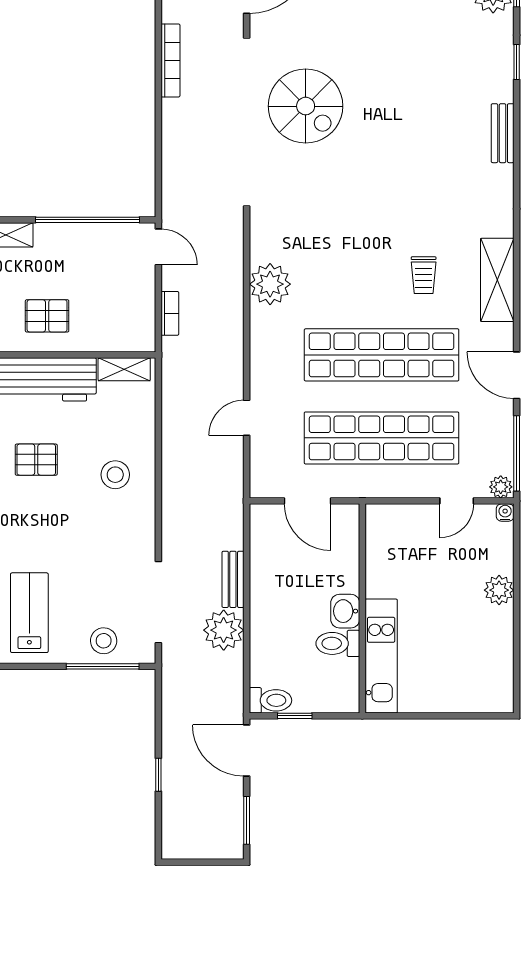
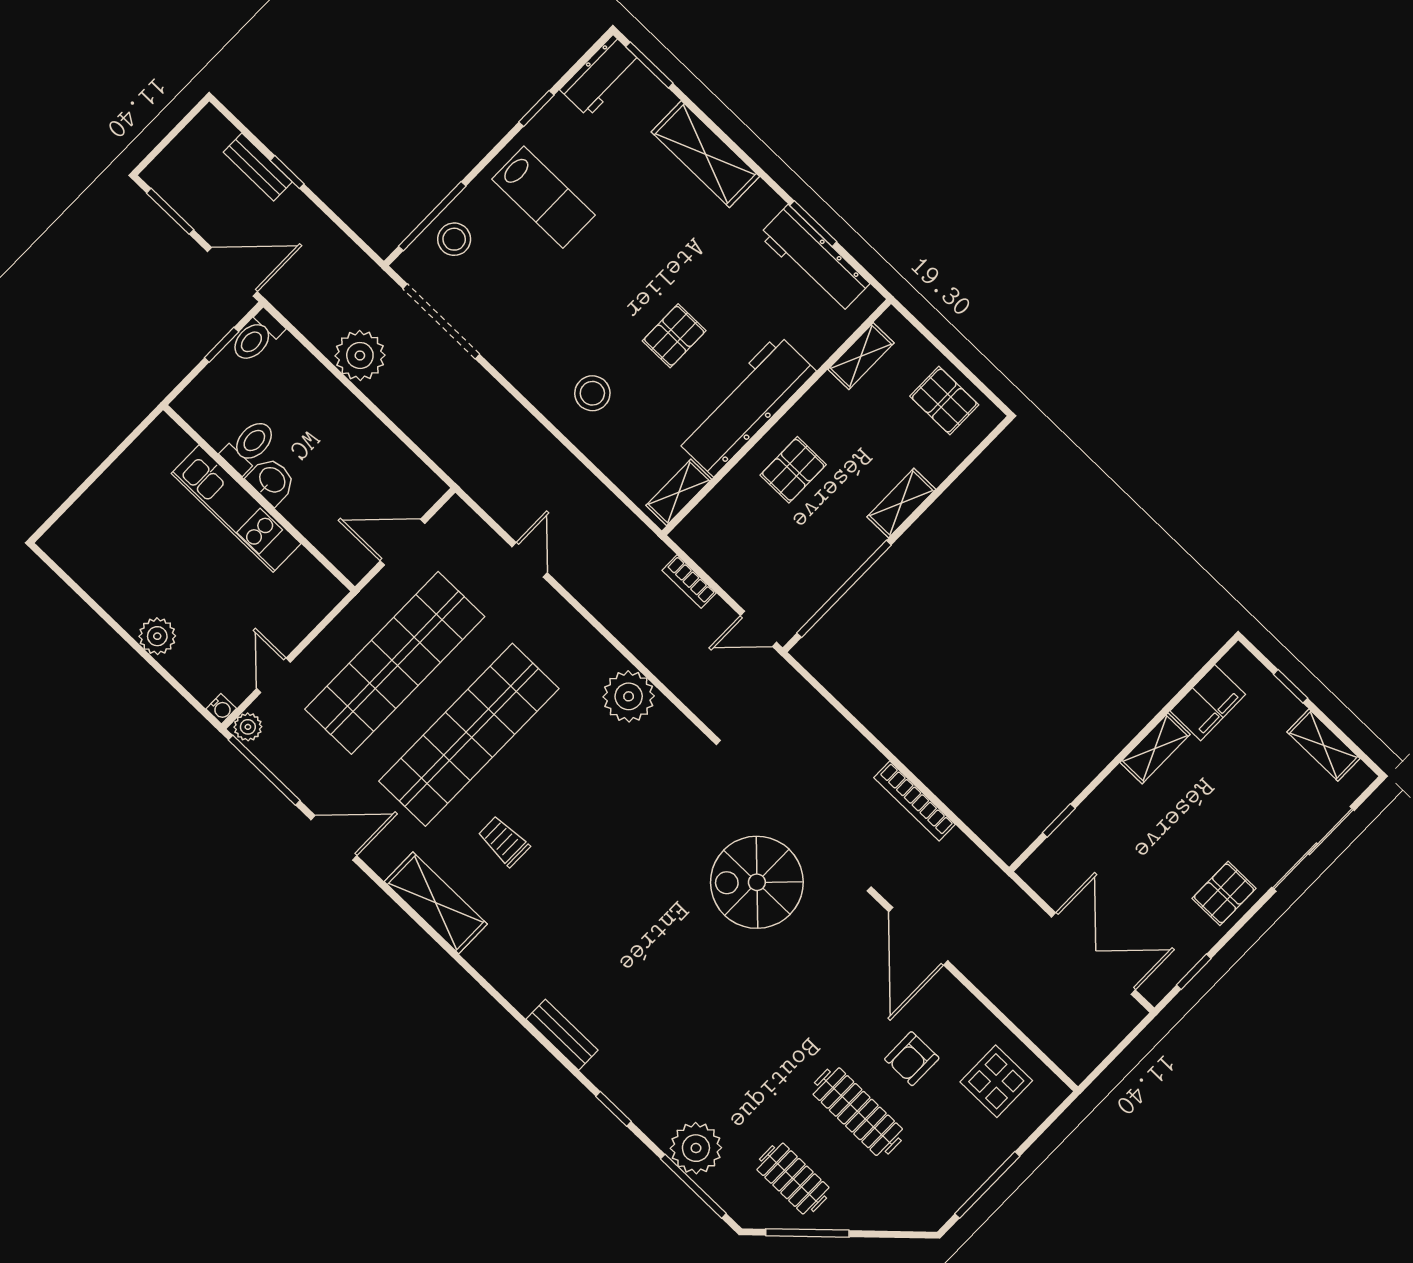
bench: (233, 579) -> (258, 167), moved
kitchen unit: (381, 656) -> (236, 508), moved

